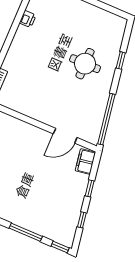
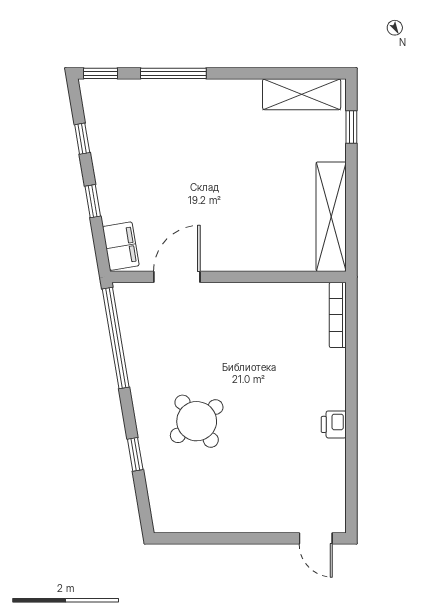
printer: (28, 19) -> (334, 424), moved
round table: (85, 64) -> (197, 421), turned -37

